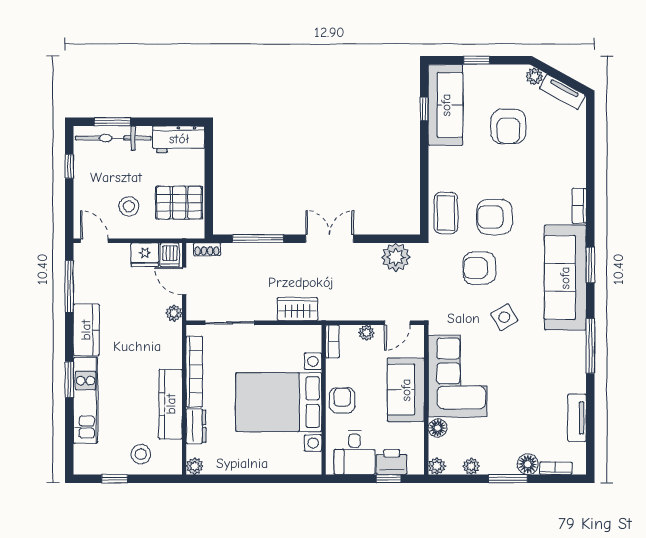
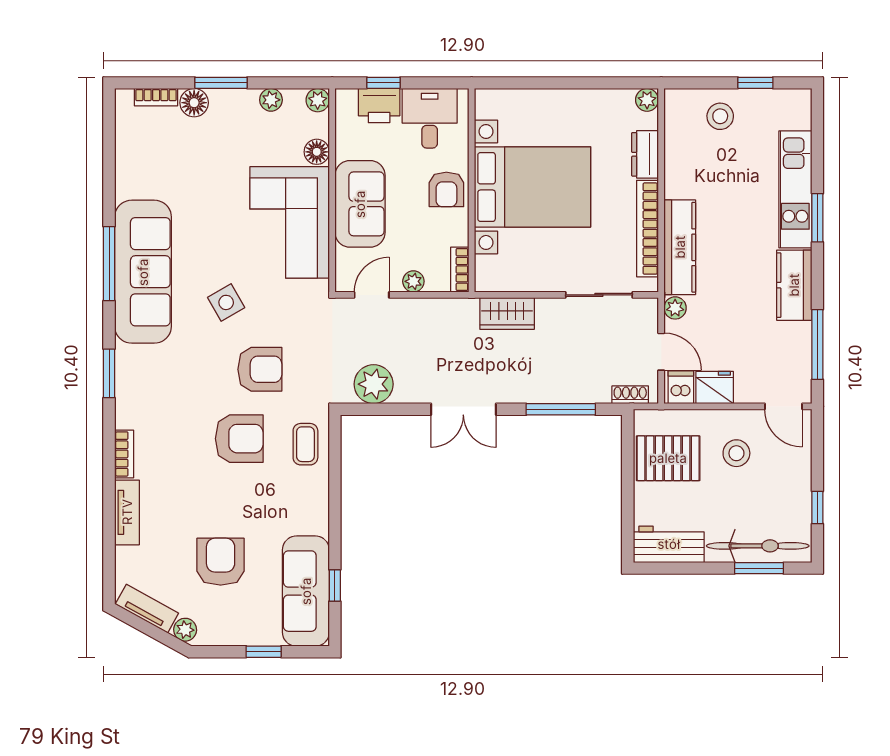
coffee table: (446, 213) -> (305, 444), width x0.73, depth x0.77
sofa: (565, 278) -> (143, 272), moved
kitchen counter: (171, 404) -> (680, 247), moved
tv unit: (577, 418) -> (127, 512), moved

